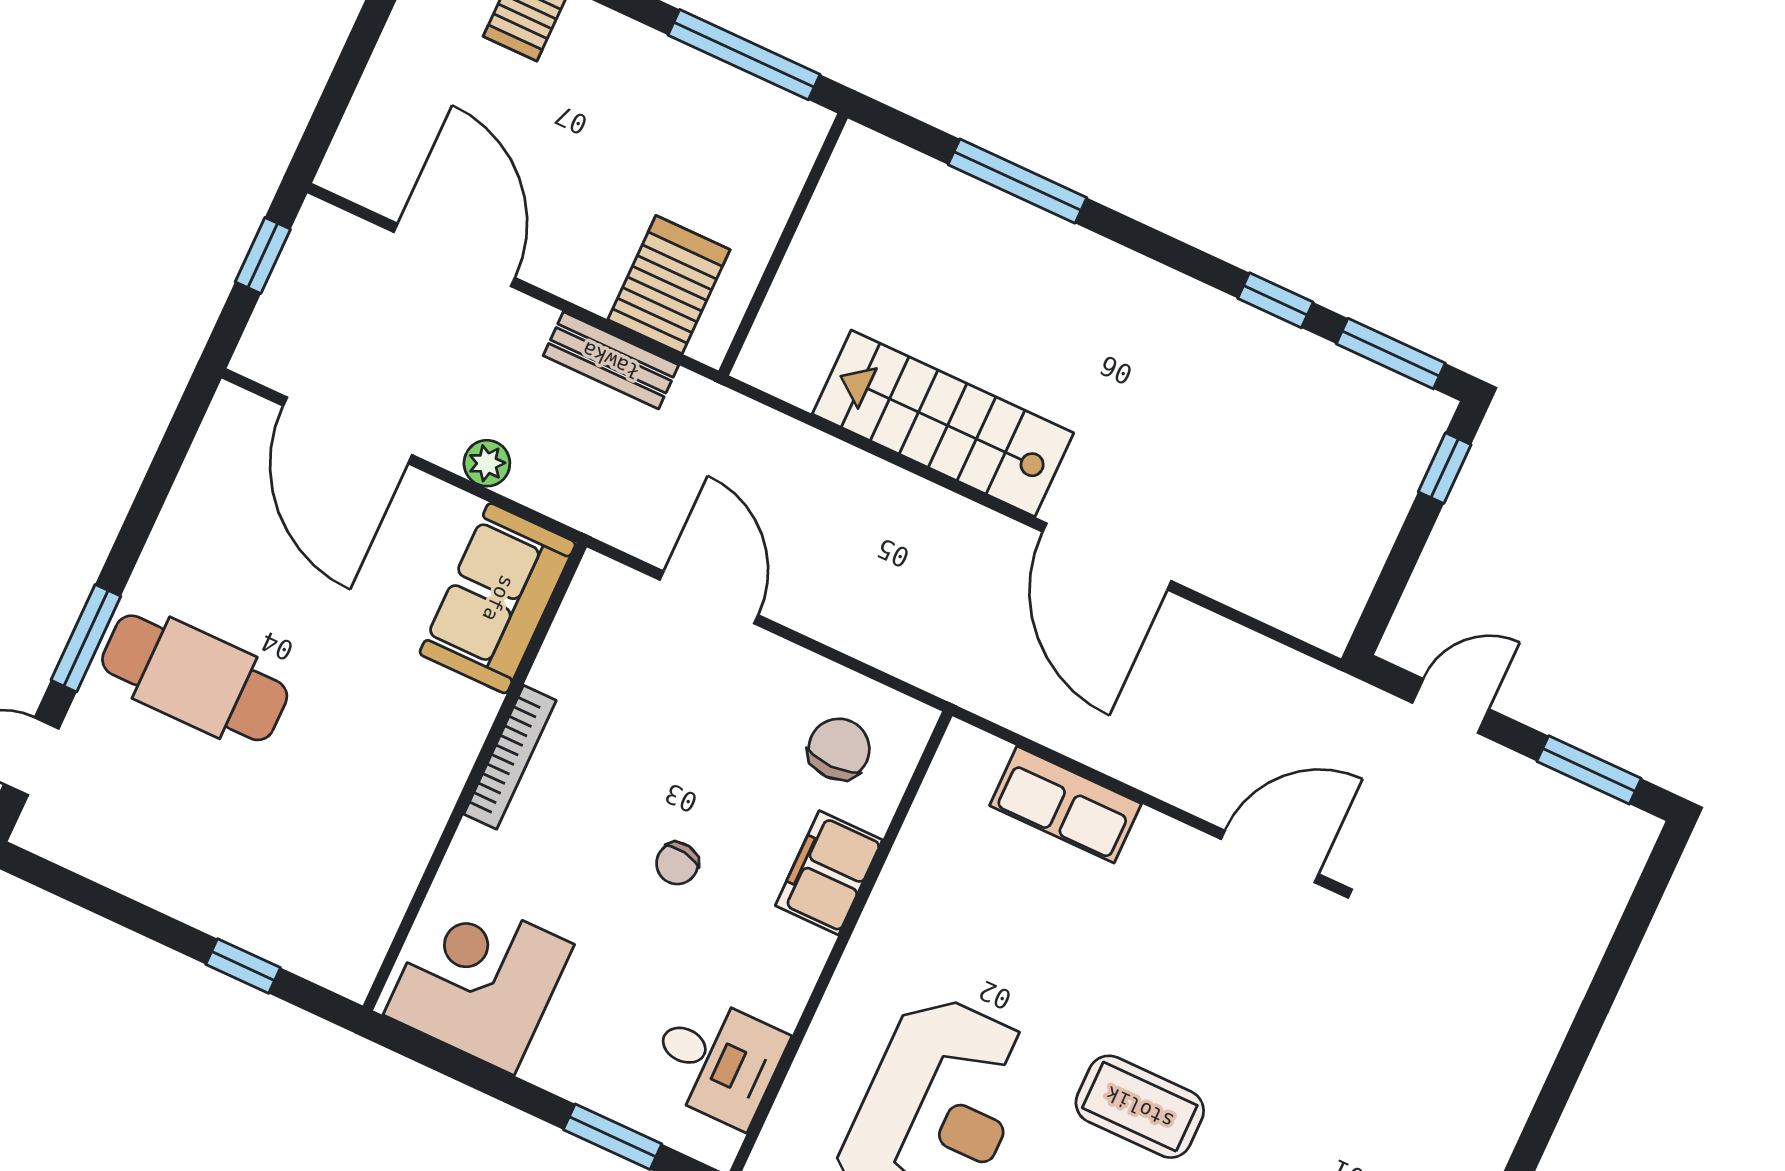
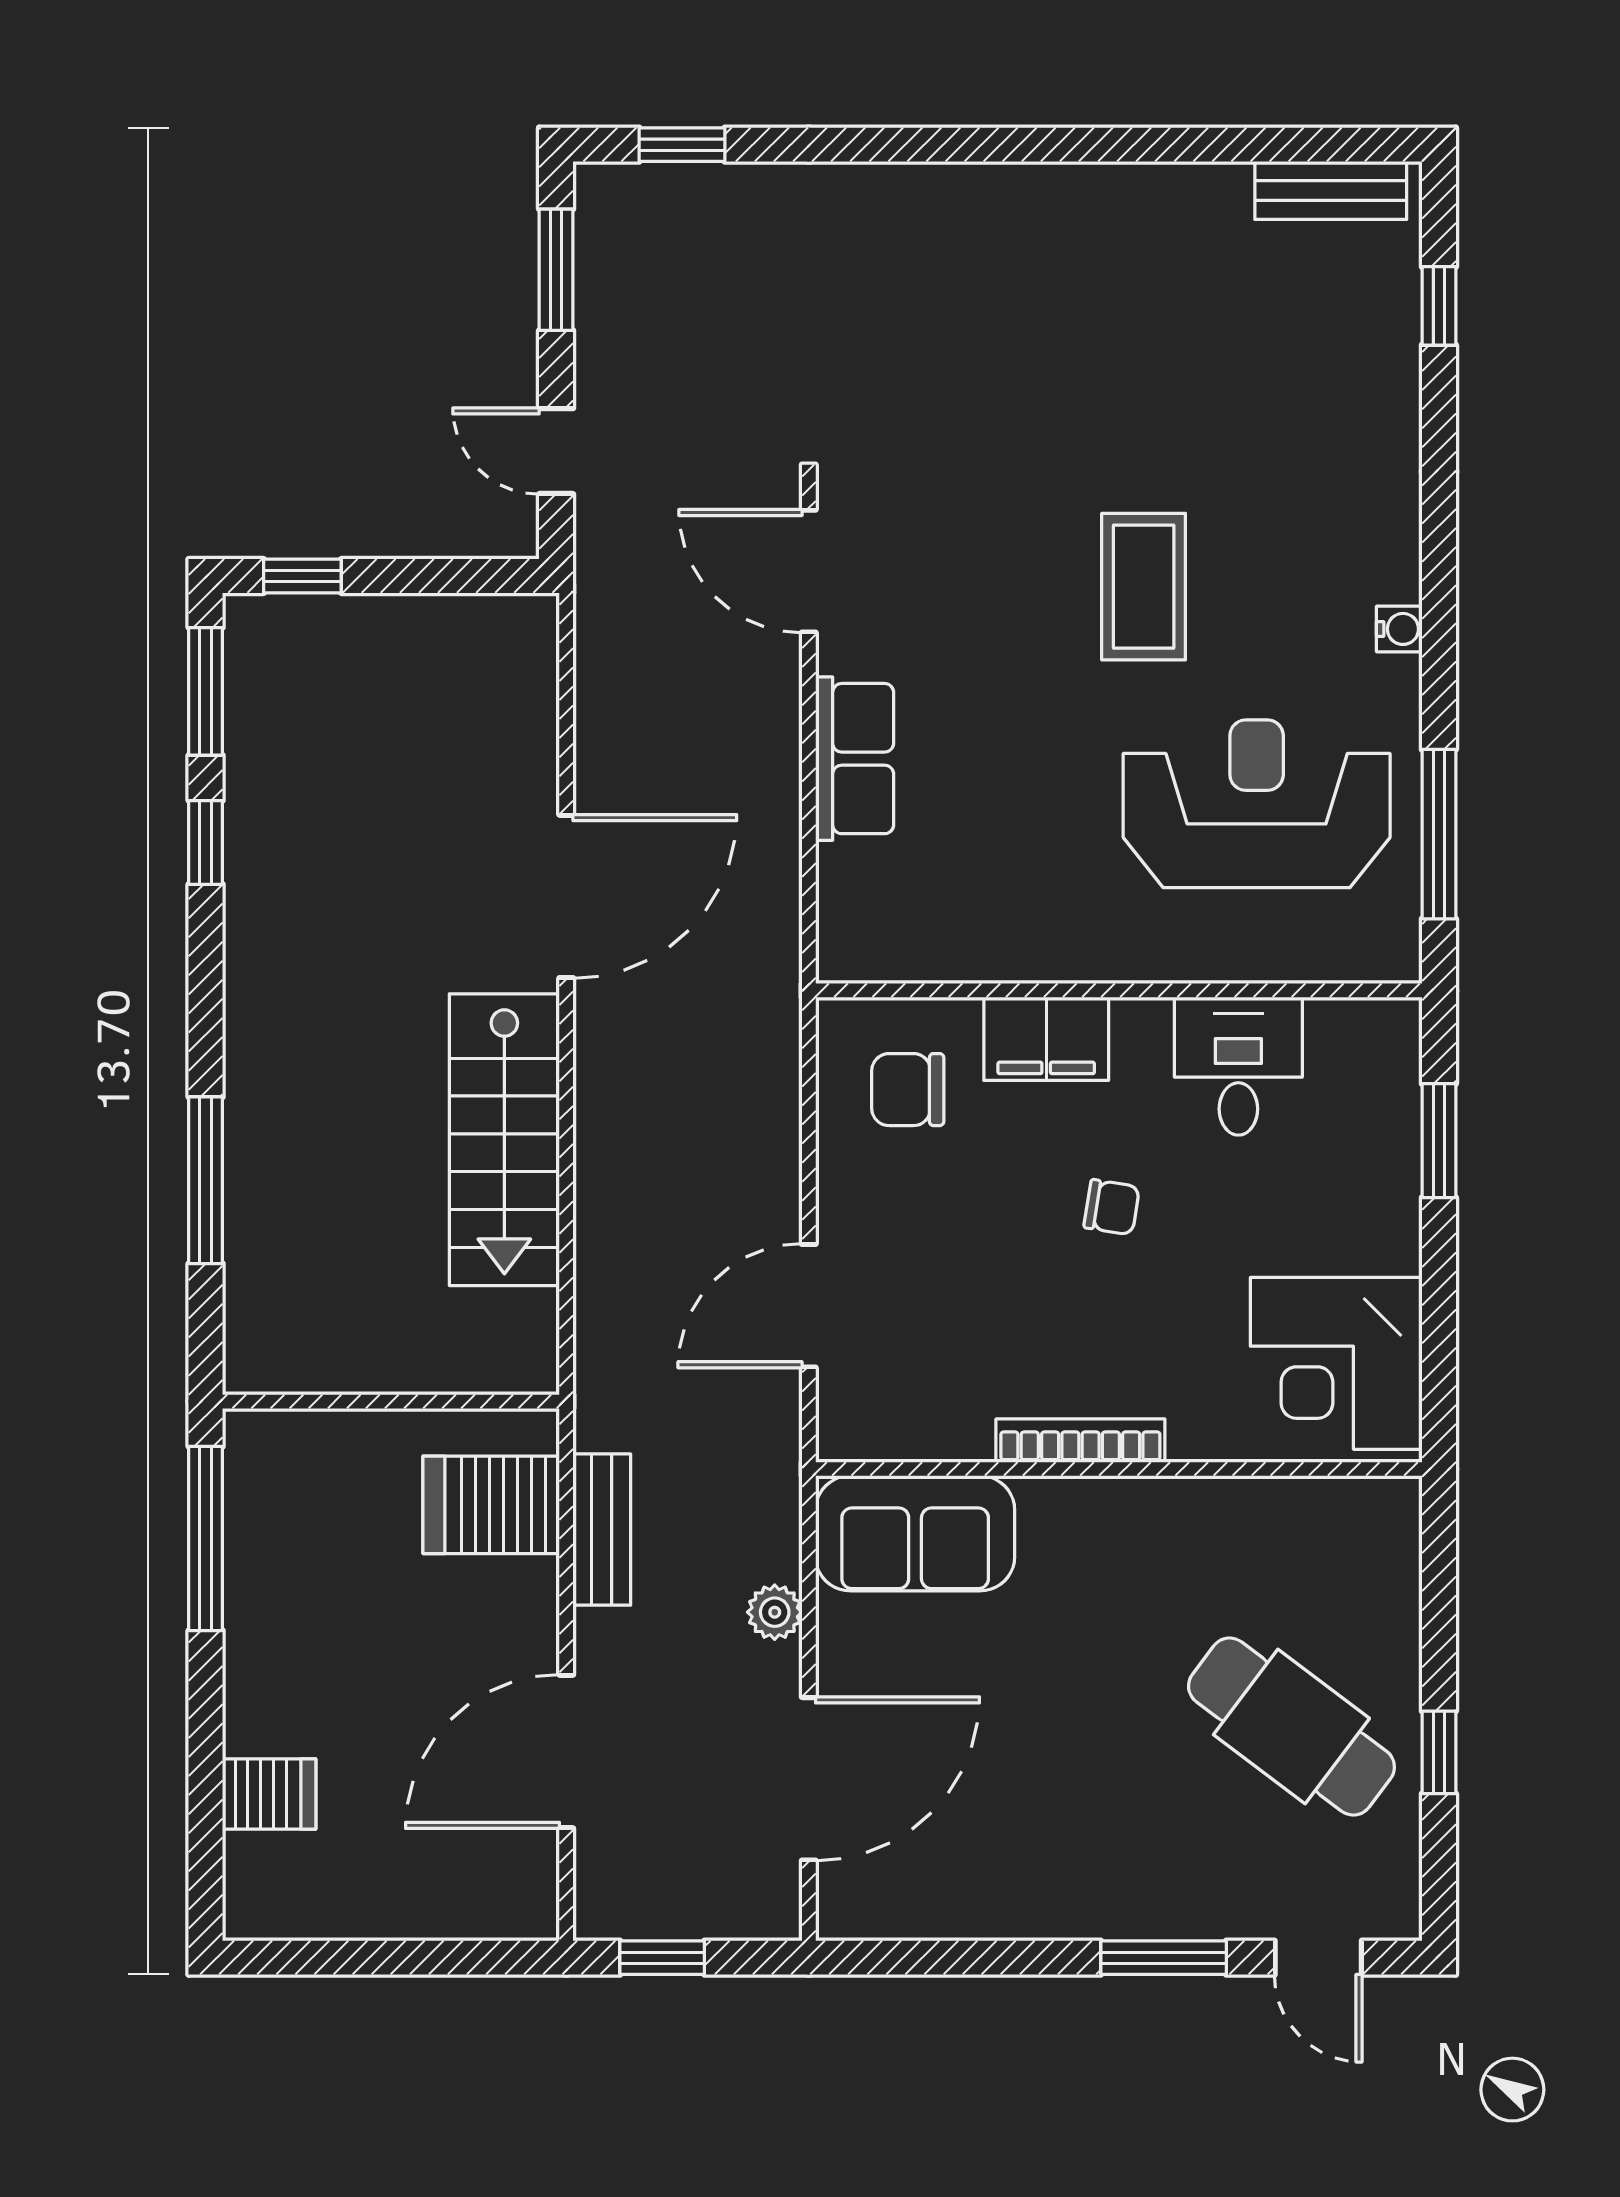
cafe table: (195, 678) -> (1291, 1726), moved, turned -53
row of seats: (1066, 805) -> (855, 759), moved
window: (1640, 910) -> (682, 145), added
window: (243, 966) -> (1439, 1752), moved
desk: (717, 1060) -> (1238, 1066), moved

